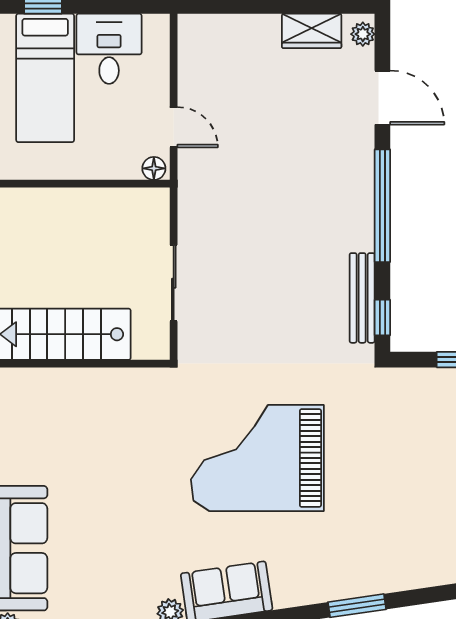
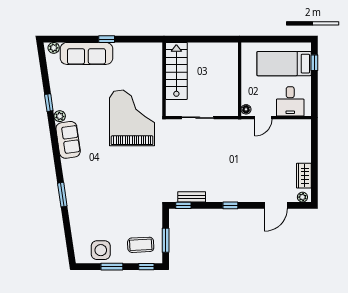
desk: (109, 49) -> (290, 101), moved, turned 90
window: (382, 206) -> (230, 205), width x0.32
bench: (362, 298) -> (192, 197), width x0.73
grand piano: (257, 458) -> (132, 118), moved

